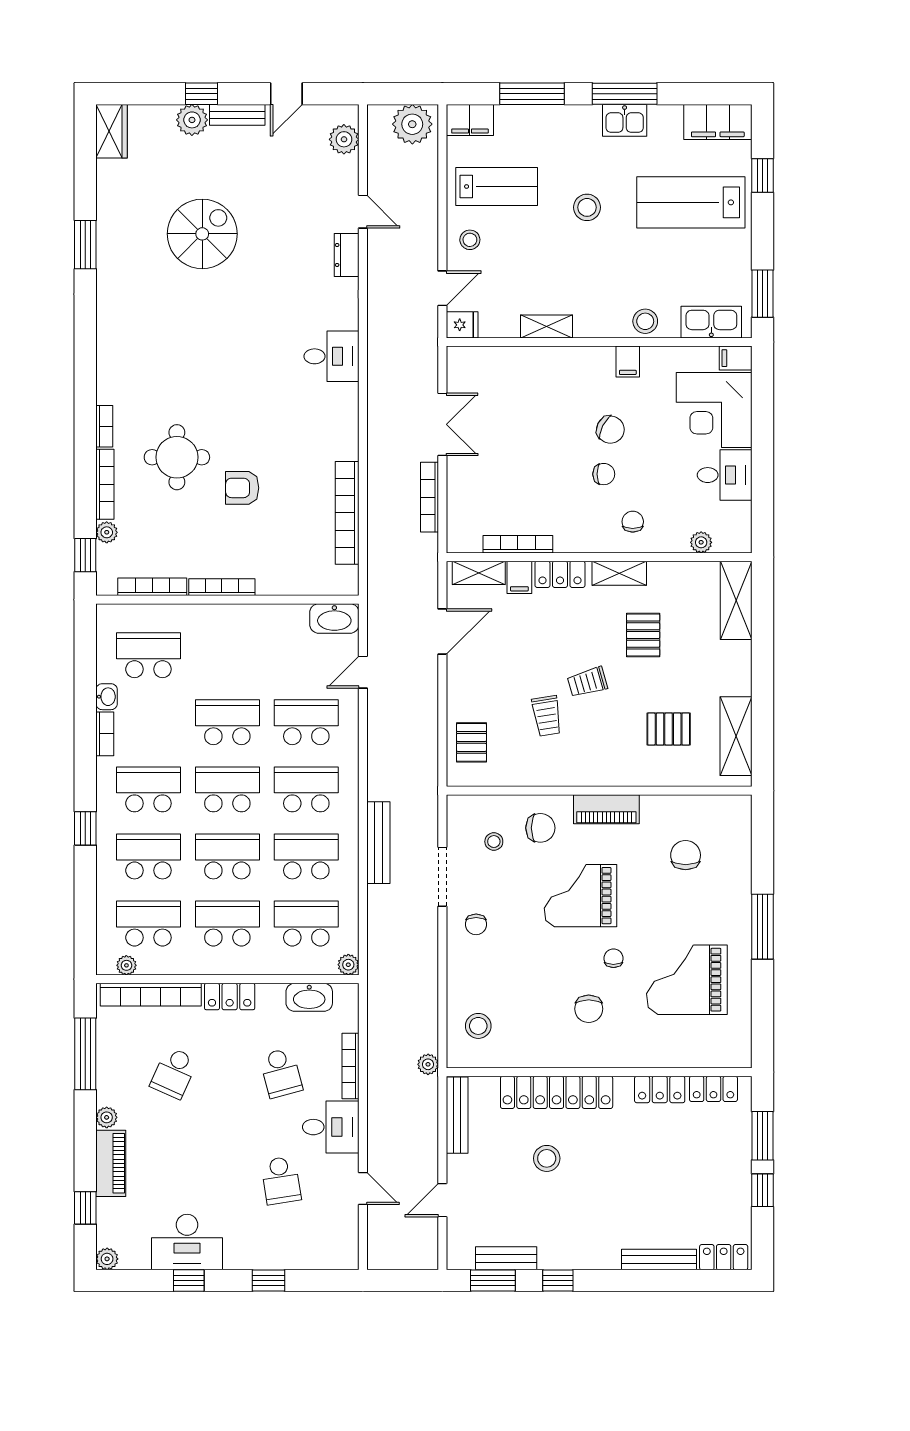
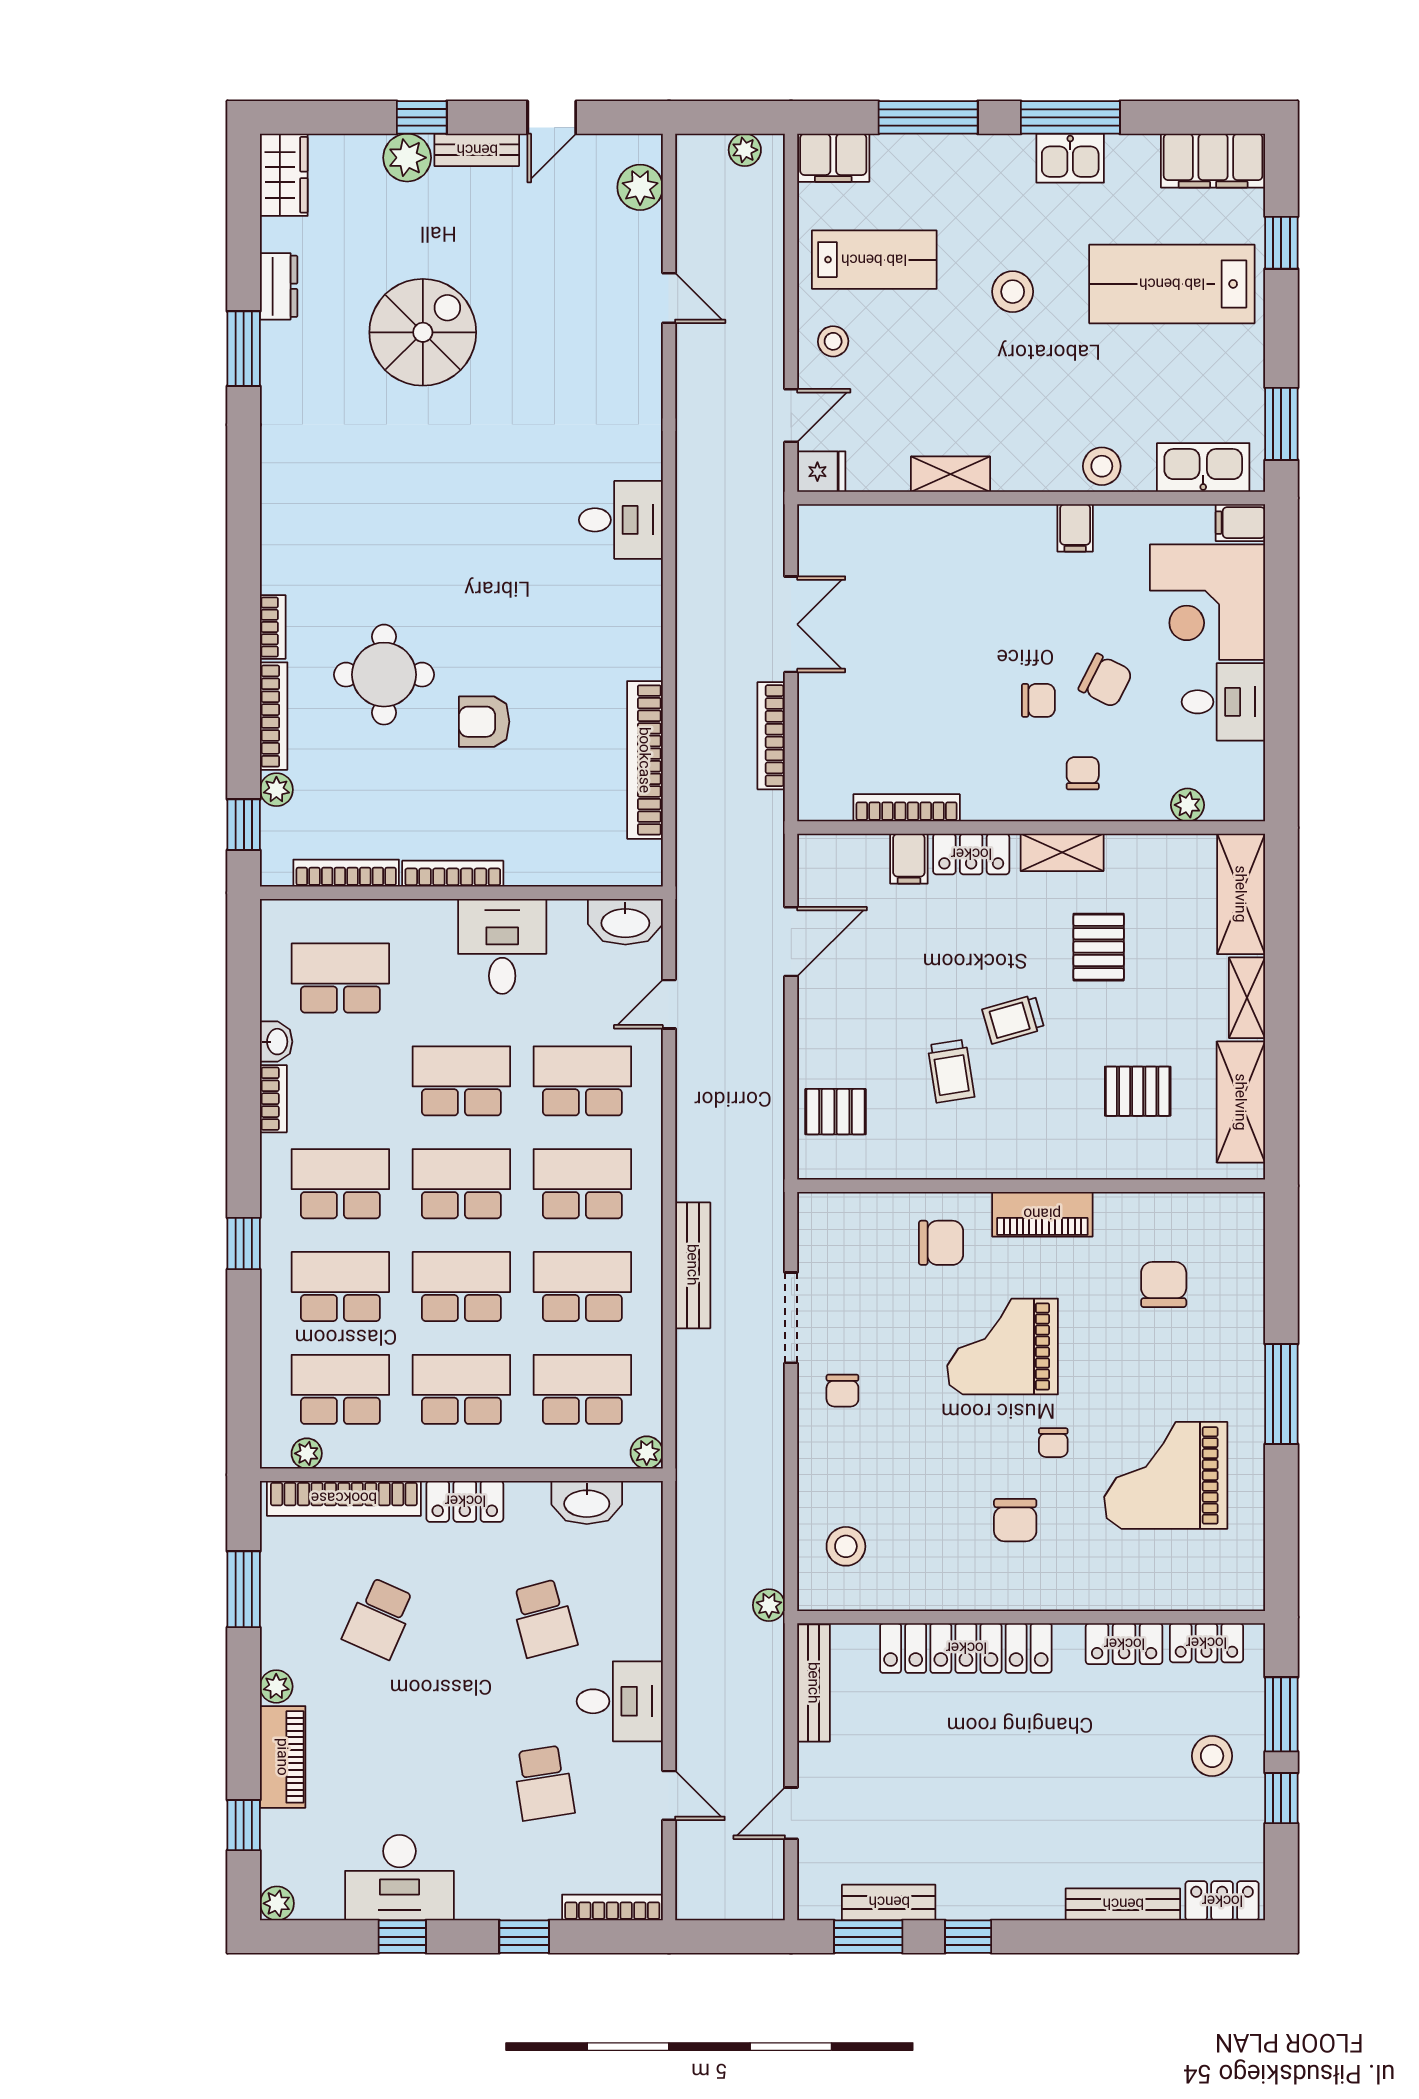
plant: (412, 124) -> (745, 150), width x0.53, depth x0.53
dresser: (347, 255) -> (279, 286), moved, turned 180
chair: (610, 430) -> (1106, 681), moved
shelving: (479, 573) -> (1247, 998), moved, turned 90
desk: (254, 635) -> (502, 946), added
pallet: (471, 742) -> (836, 1112), turned 90
stool: (494, 842) -> (870, 1264), removed
chair: (613, 958) -> (1053, 1443), turned 180
window: (85, 1054) -> (244, 1589), width x0.69
bookcase: (350, 1066) -> (612, 1907), moved, turned 90
stool: (547, 1158) -> (1212, 1756), moved

